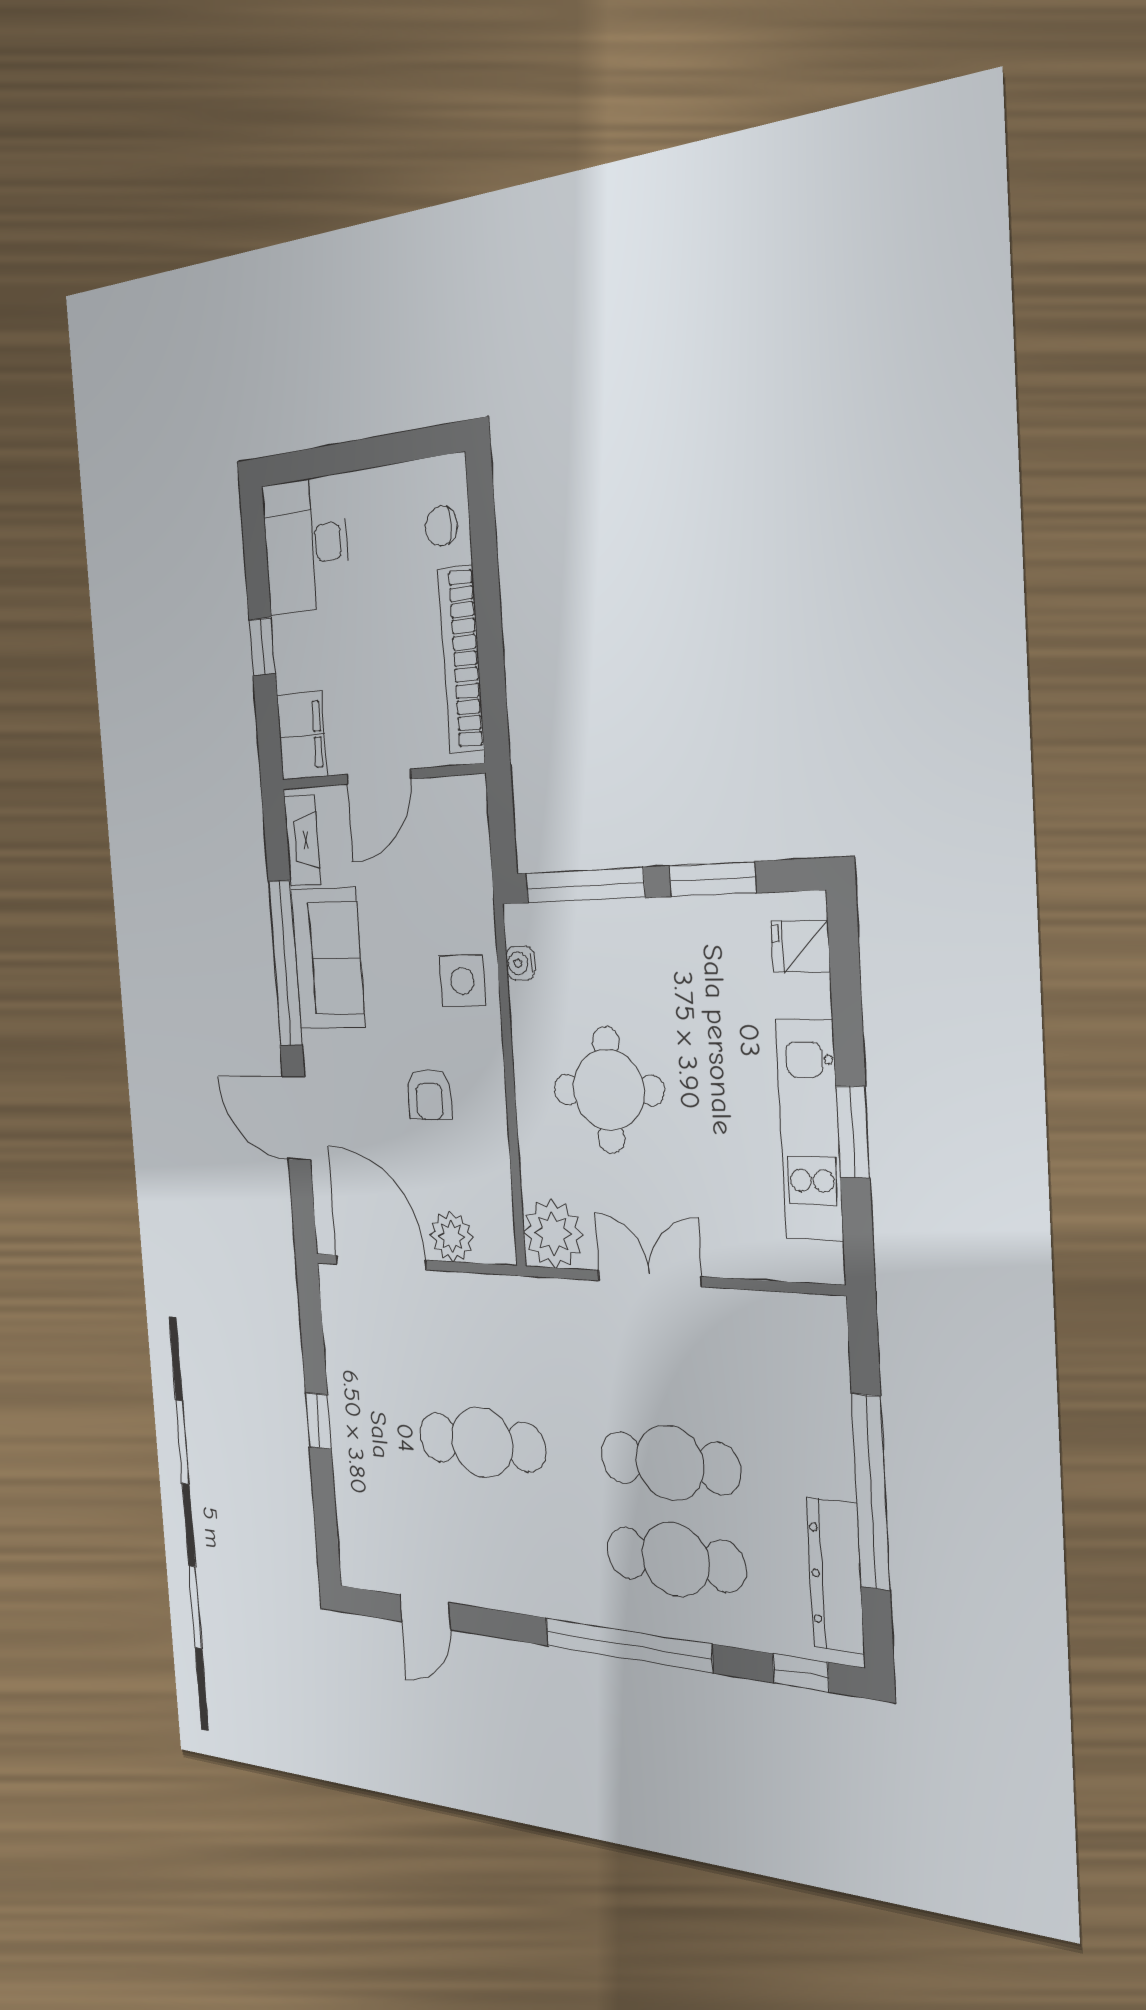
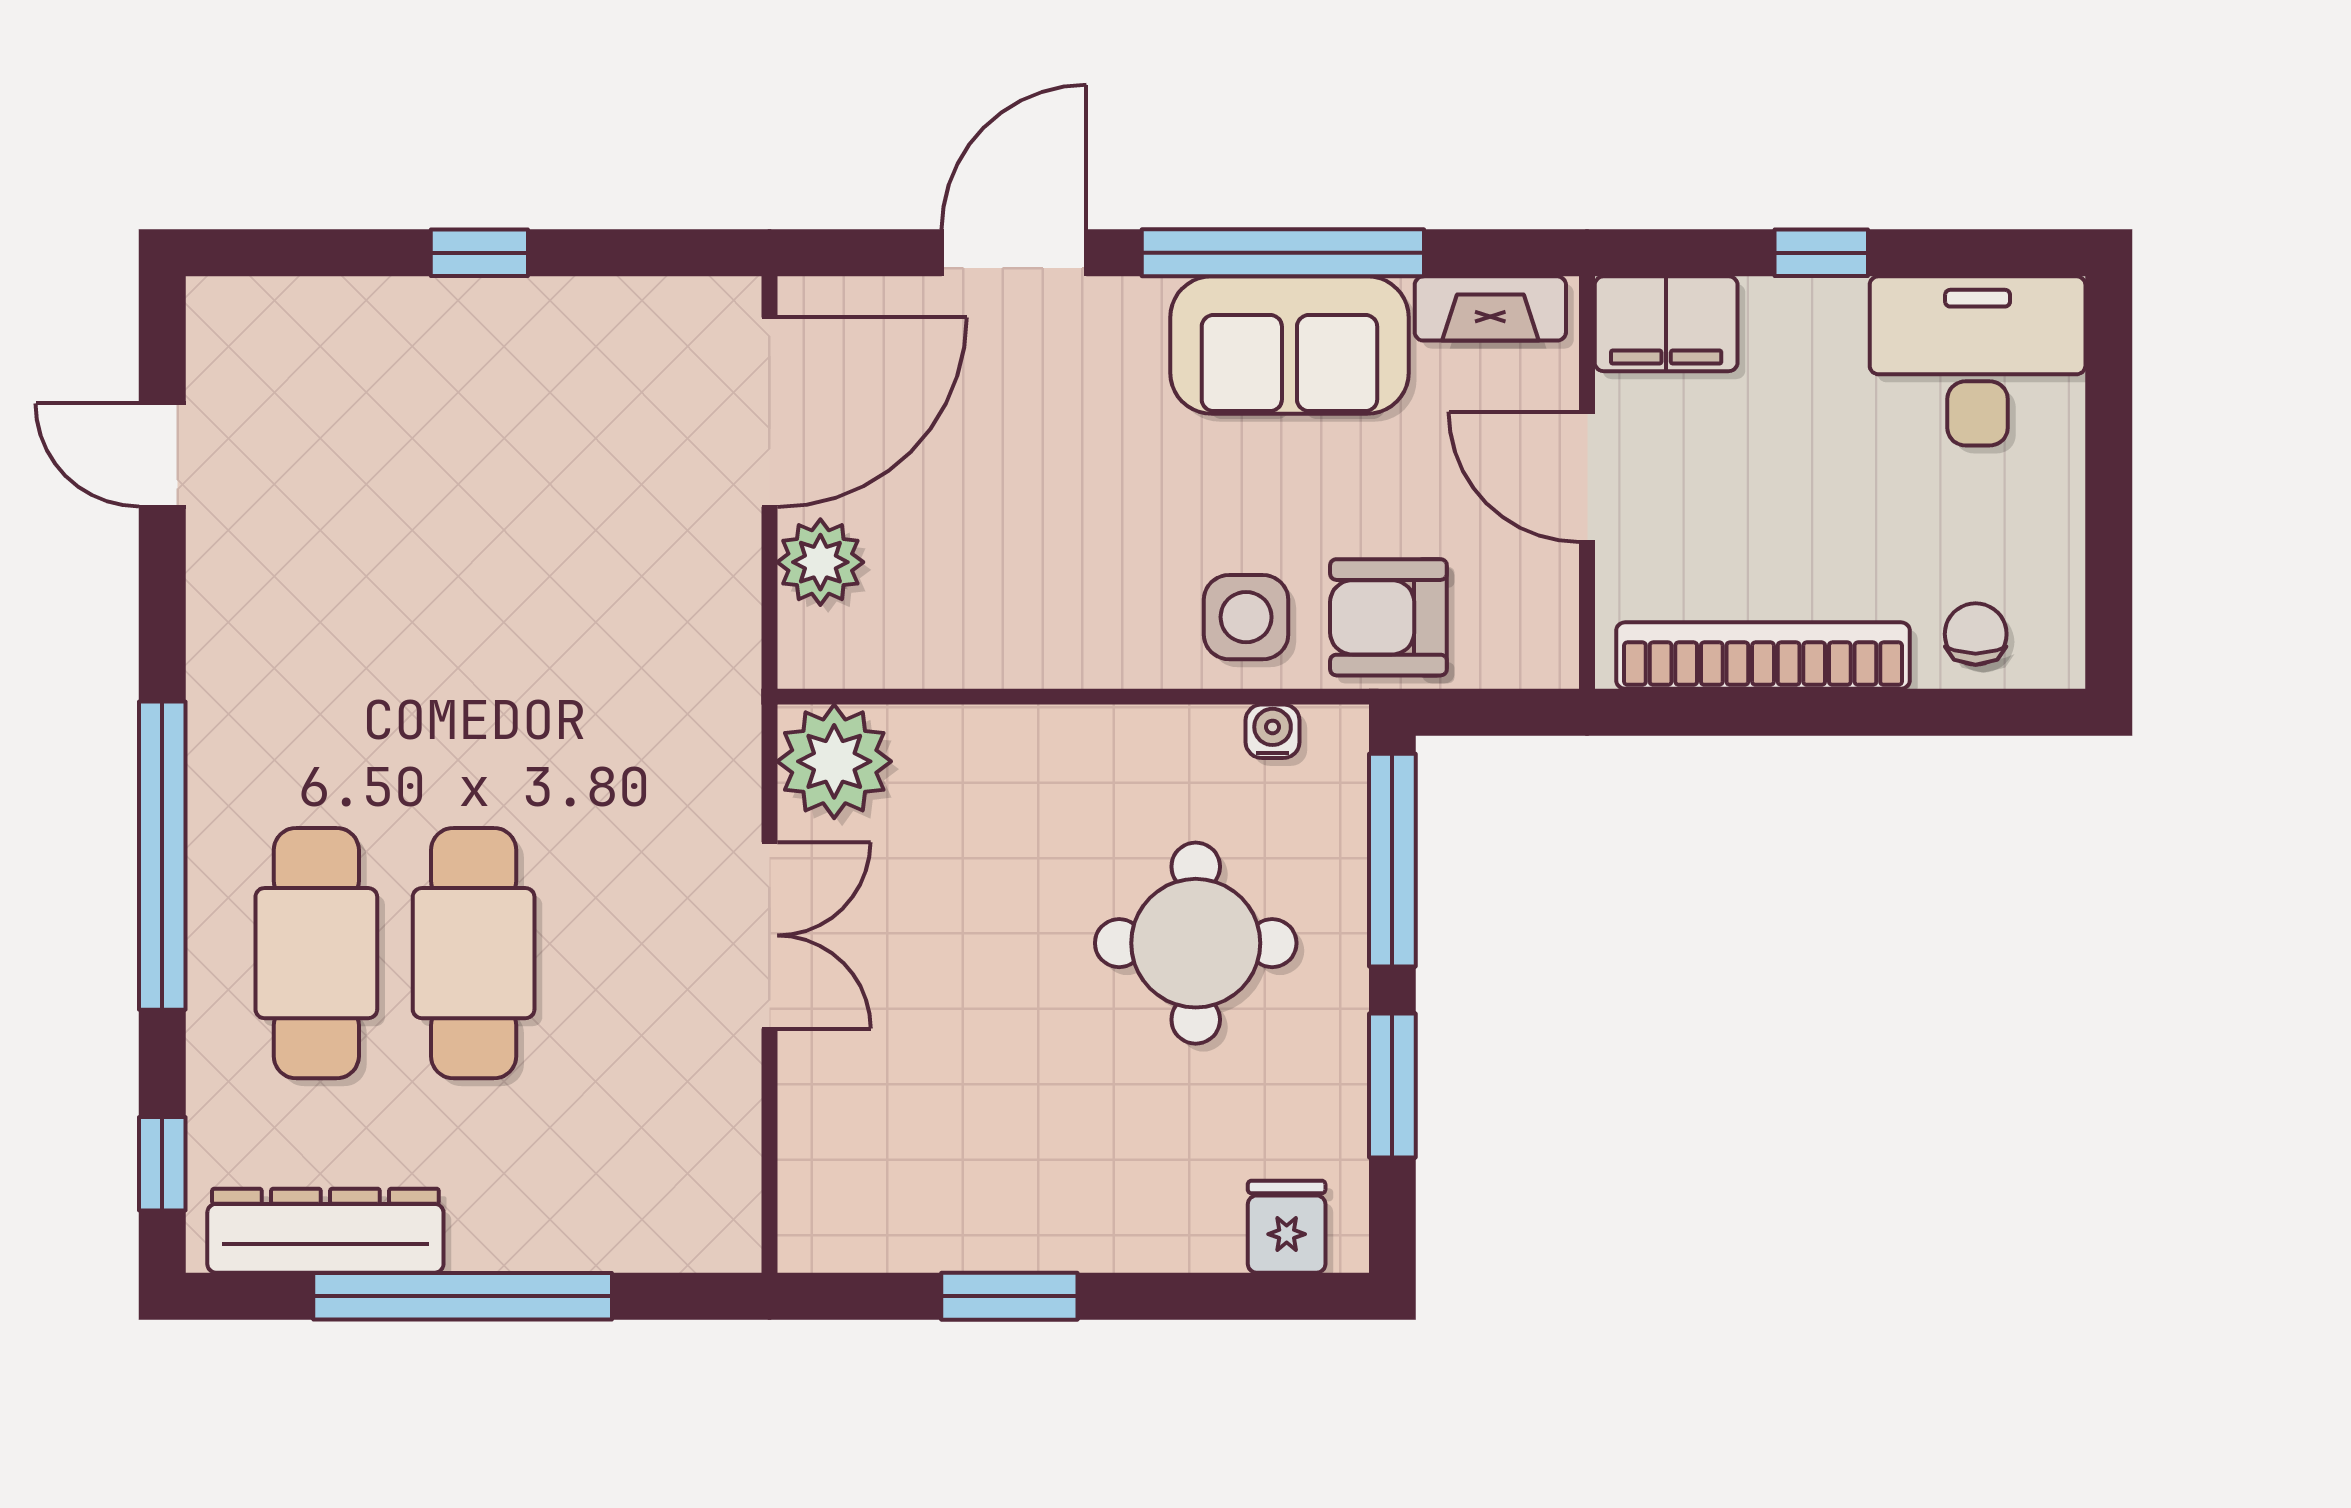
round table: (609, 1090) -> (1196, 943), moved
armchair: (429, 1094) -> (1388, 617), moved, width x1.38, depth x1.38
kitchen unit: (810, 1130) -> (1011, 1226), removed
cafe table: (482, 1442) -> (474, 596), removed

